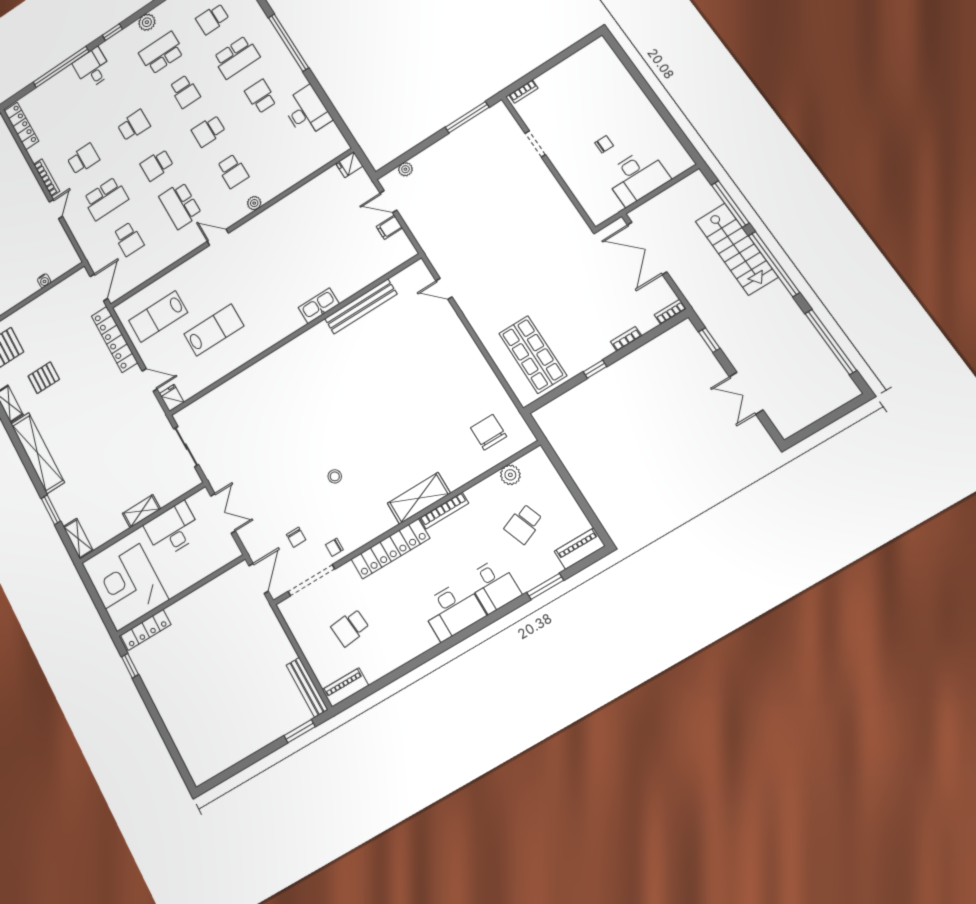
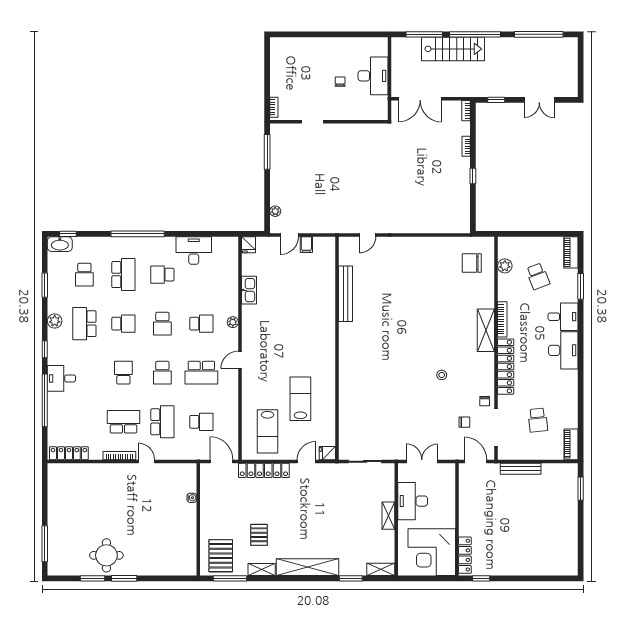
school desk: (83, 159) -> (123, 422), width x1.85
kitchen sink: (319, 306) -> (249, 290), moved, turned 180
shop shelf: (533, 354) -> (441, 207), removed
bench: (307, 687) -> (521, 469), moved

